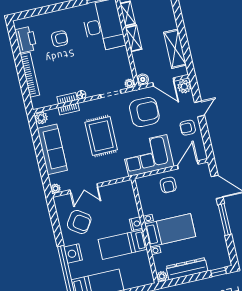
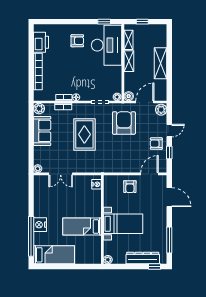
armchair: (60, 39) -> (77, 41), moved
shelving: (175, 49) -> (161, 63), moved
door: (163, 82) -> (145, 102), swing flipped
armchair: (144, 112) -> (124, 123), turned -90
window: (205, 135) -> (169, 153), added
sofa: (52, 149) -> (42, 131), width x0.73
corner sofa: (148, 156) -> (119, 159), removed
window: (225, 220) -> (169, 240), moved
armchair: (79, 222) -> (51, 200), removed
nightstand: (136, 224) -> (96, 184), moved
dresser: (187, 269) -> (143, 258), moved

